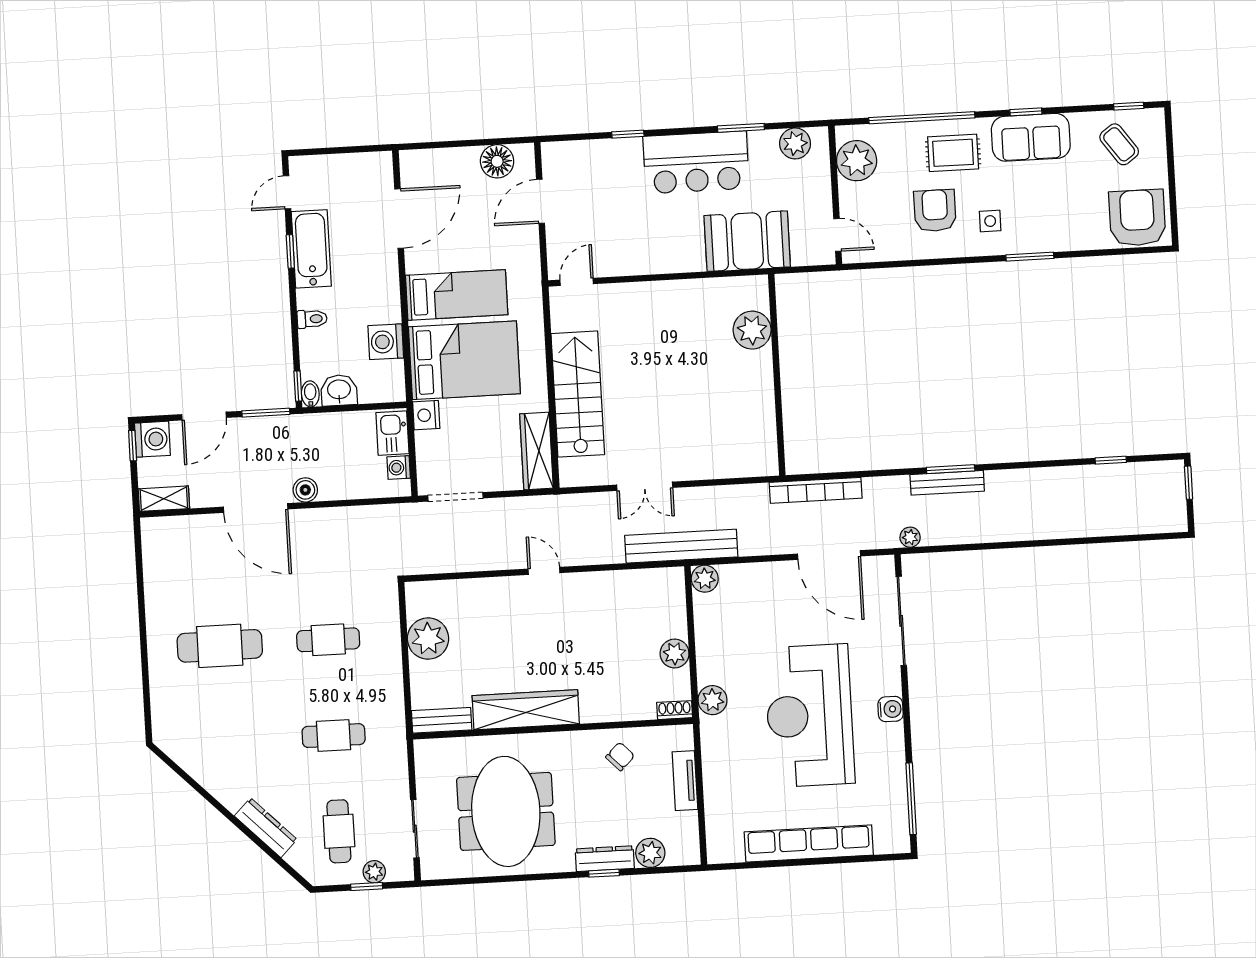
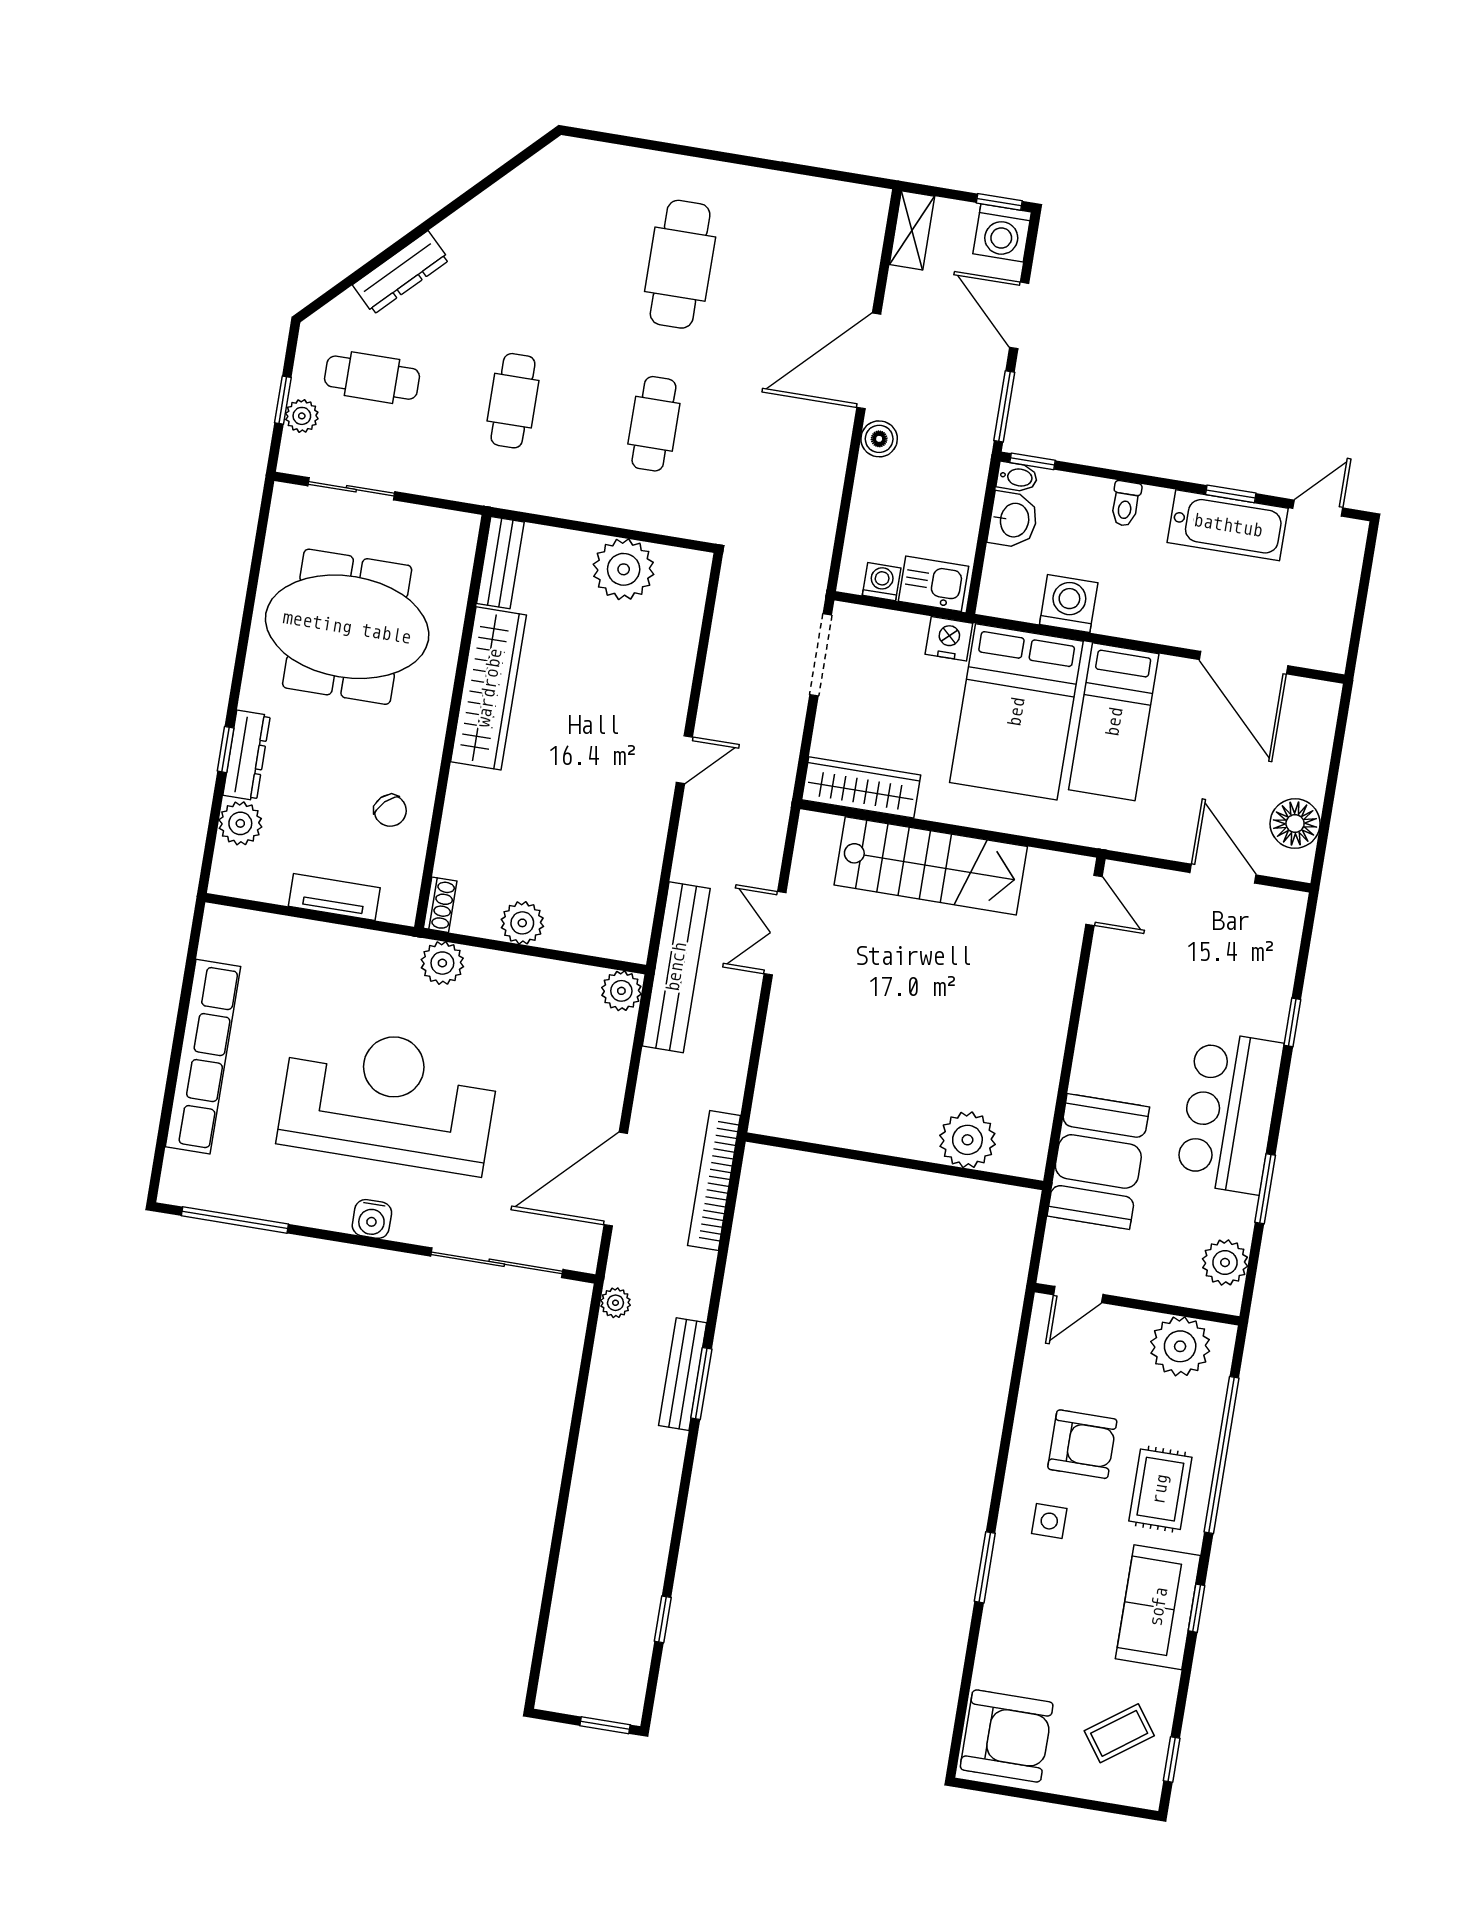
door: (287, 192) -> (1318, 508), hinge flipped

